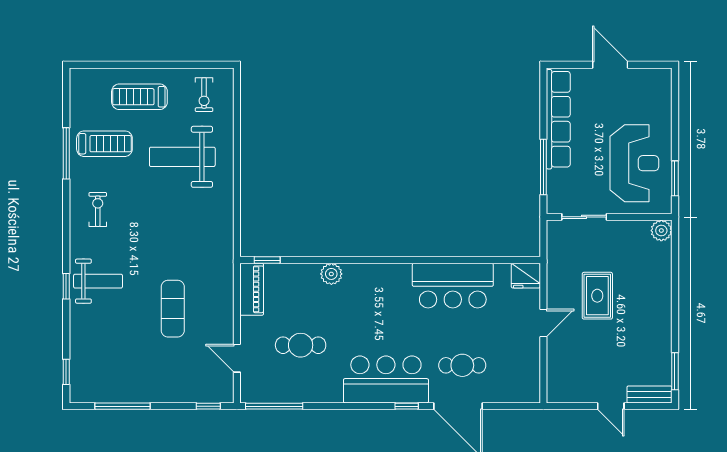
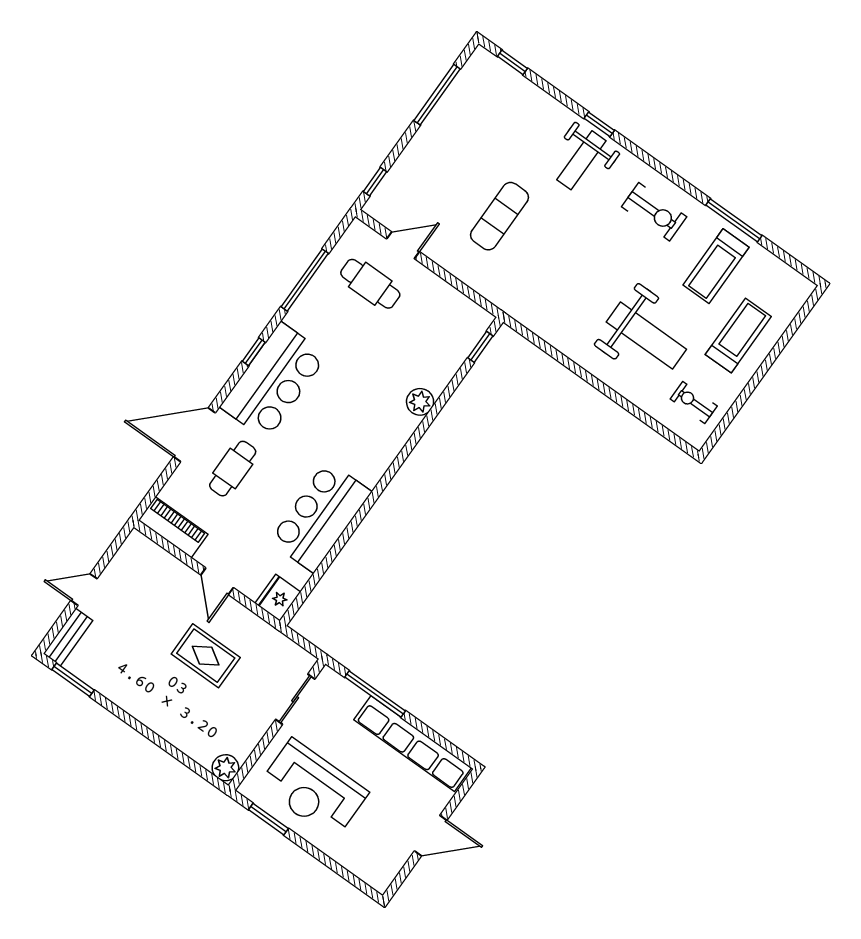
weight bench: (182, 157) -> (646, 336), turned 90
exercise bike: (98, 209) -> (654, 212), width x1.38, depth x1.39
piano: (252, 289) -> (173, 527), moved, turned 180
exercise mat: (173, 309) -> (500, 216), turned 90
cafe table: (301, 345) -> (370, 284), moved, turned 90
window: (274, 406) -> (305, 280), moved
window: (407, 406) -> (254, 352), moved

